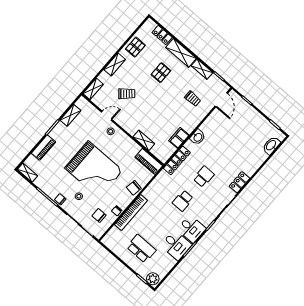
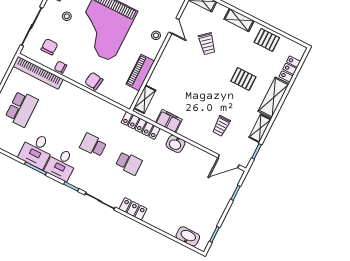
shelving: (144, 140) -> (145, 99), moved
piano: (149, 161) -> (140, 73), moved
bookcase: (131, 213) -> (38, 73), moved

